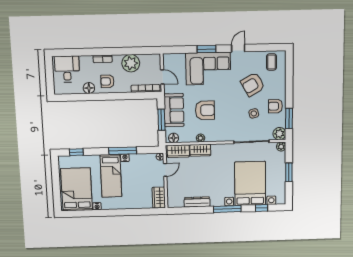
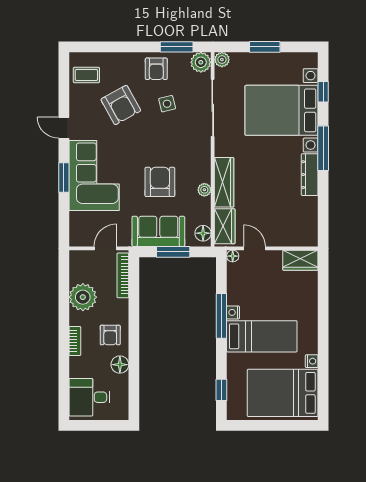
wardrobe: (200, 150) -> (224, 182), width x1.50
dresser: (197, 202) -> (310, 175), moved

